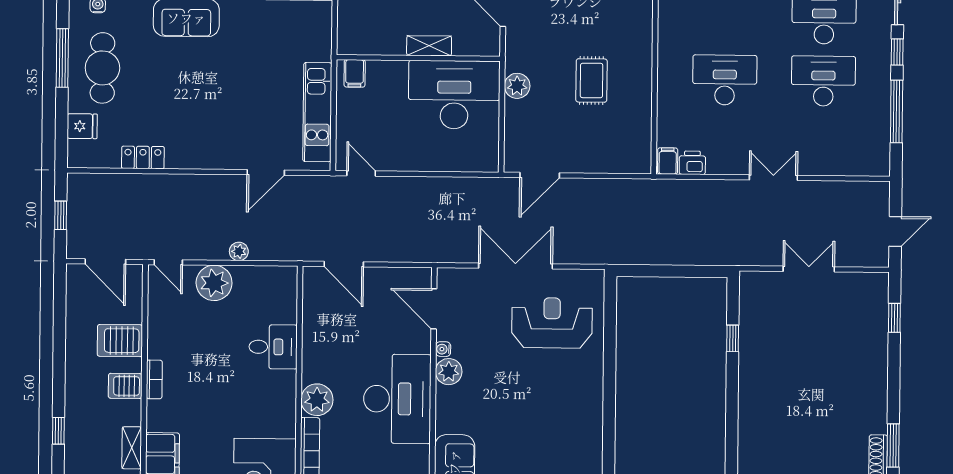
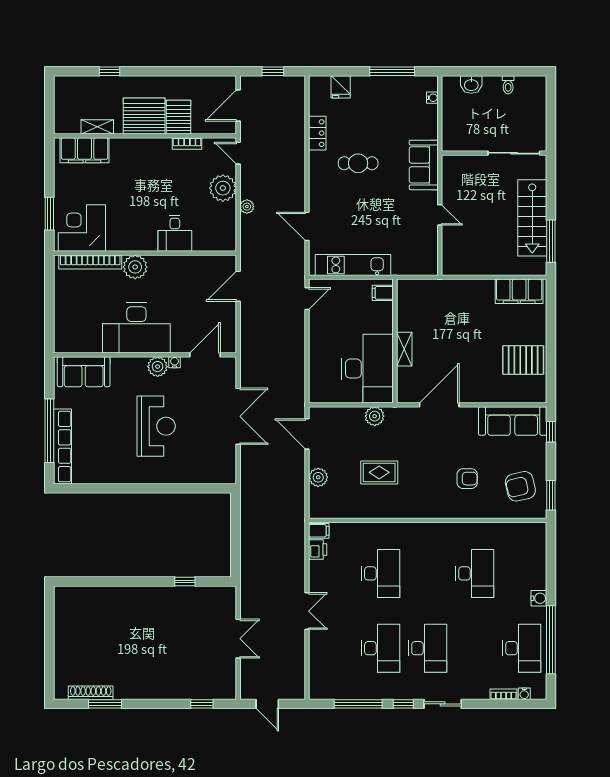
cafe table: (102, 68) -> (358, 163), moved, width x0.73, depth x0.74
plant: (597, 161) -> (318, 477), added
door: (168, 262) -> (238, 153), hinge flipped
reception desk: (552, 323) -> (156, 426), moved
bookcase: (154, 379) -> (187, 144), moved
server rack: (125, 386) -> (144, 116), width x2.18, depth x1.44

